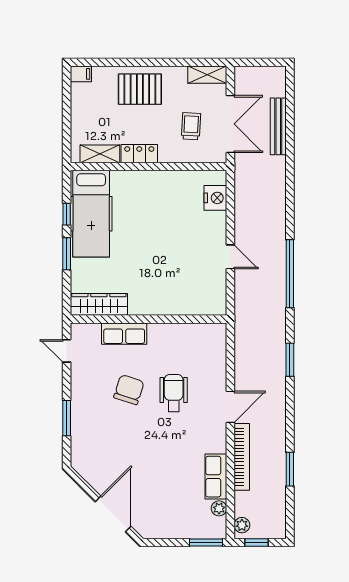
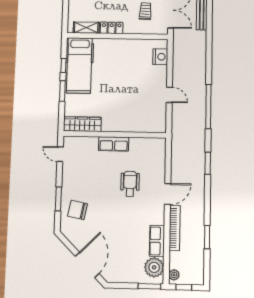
row of seats: (124, 334) -> (114, 144), moved
chair: (129, 390) -> (78, 210), moved, turned -97
plant: (219, 508) -> (154, 267), width x1.87, depth x1.87

